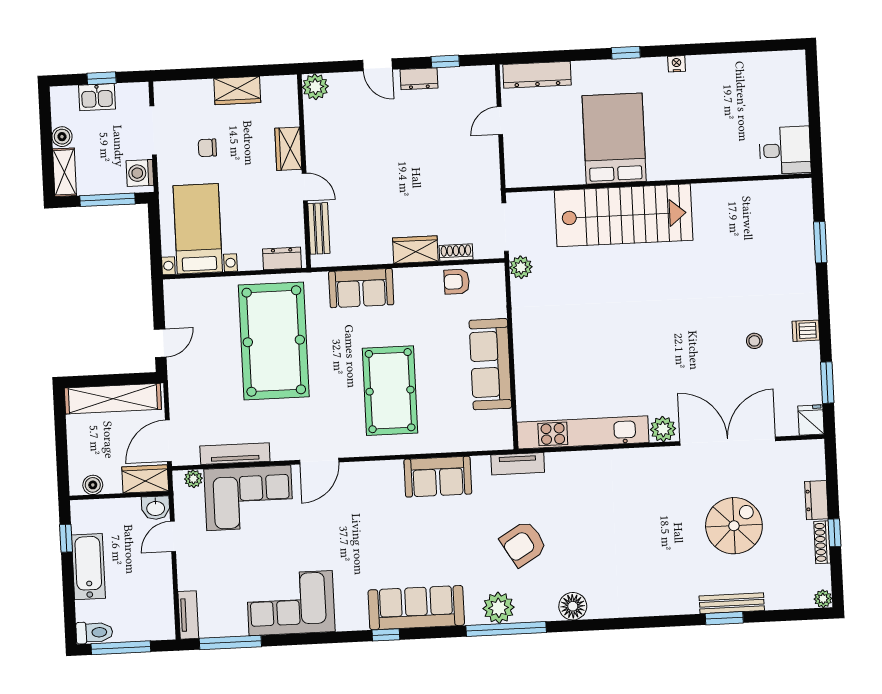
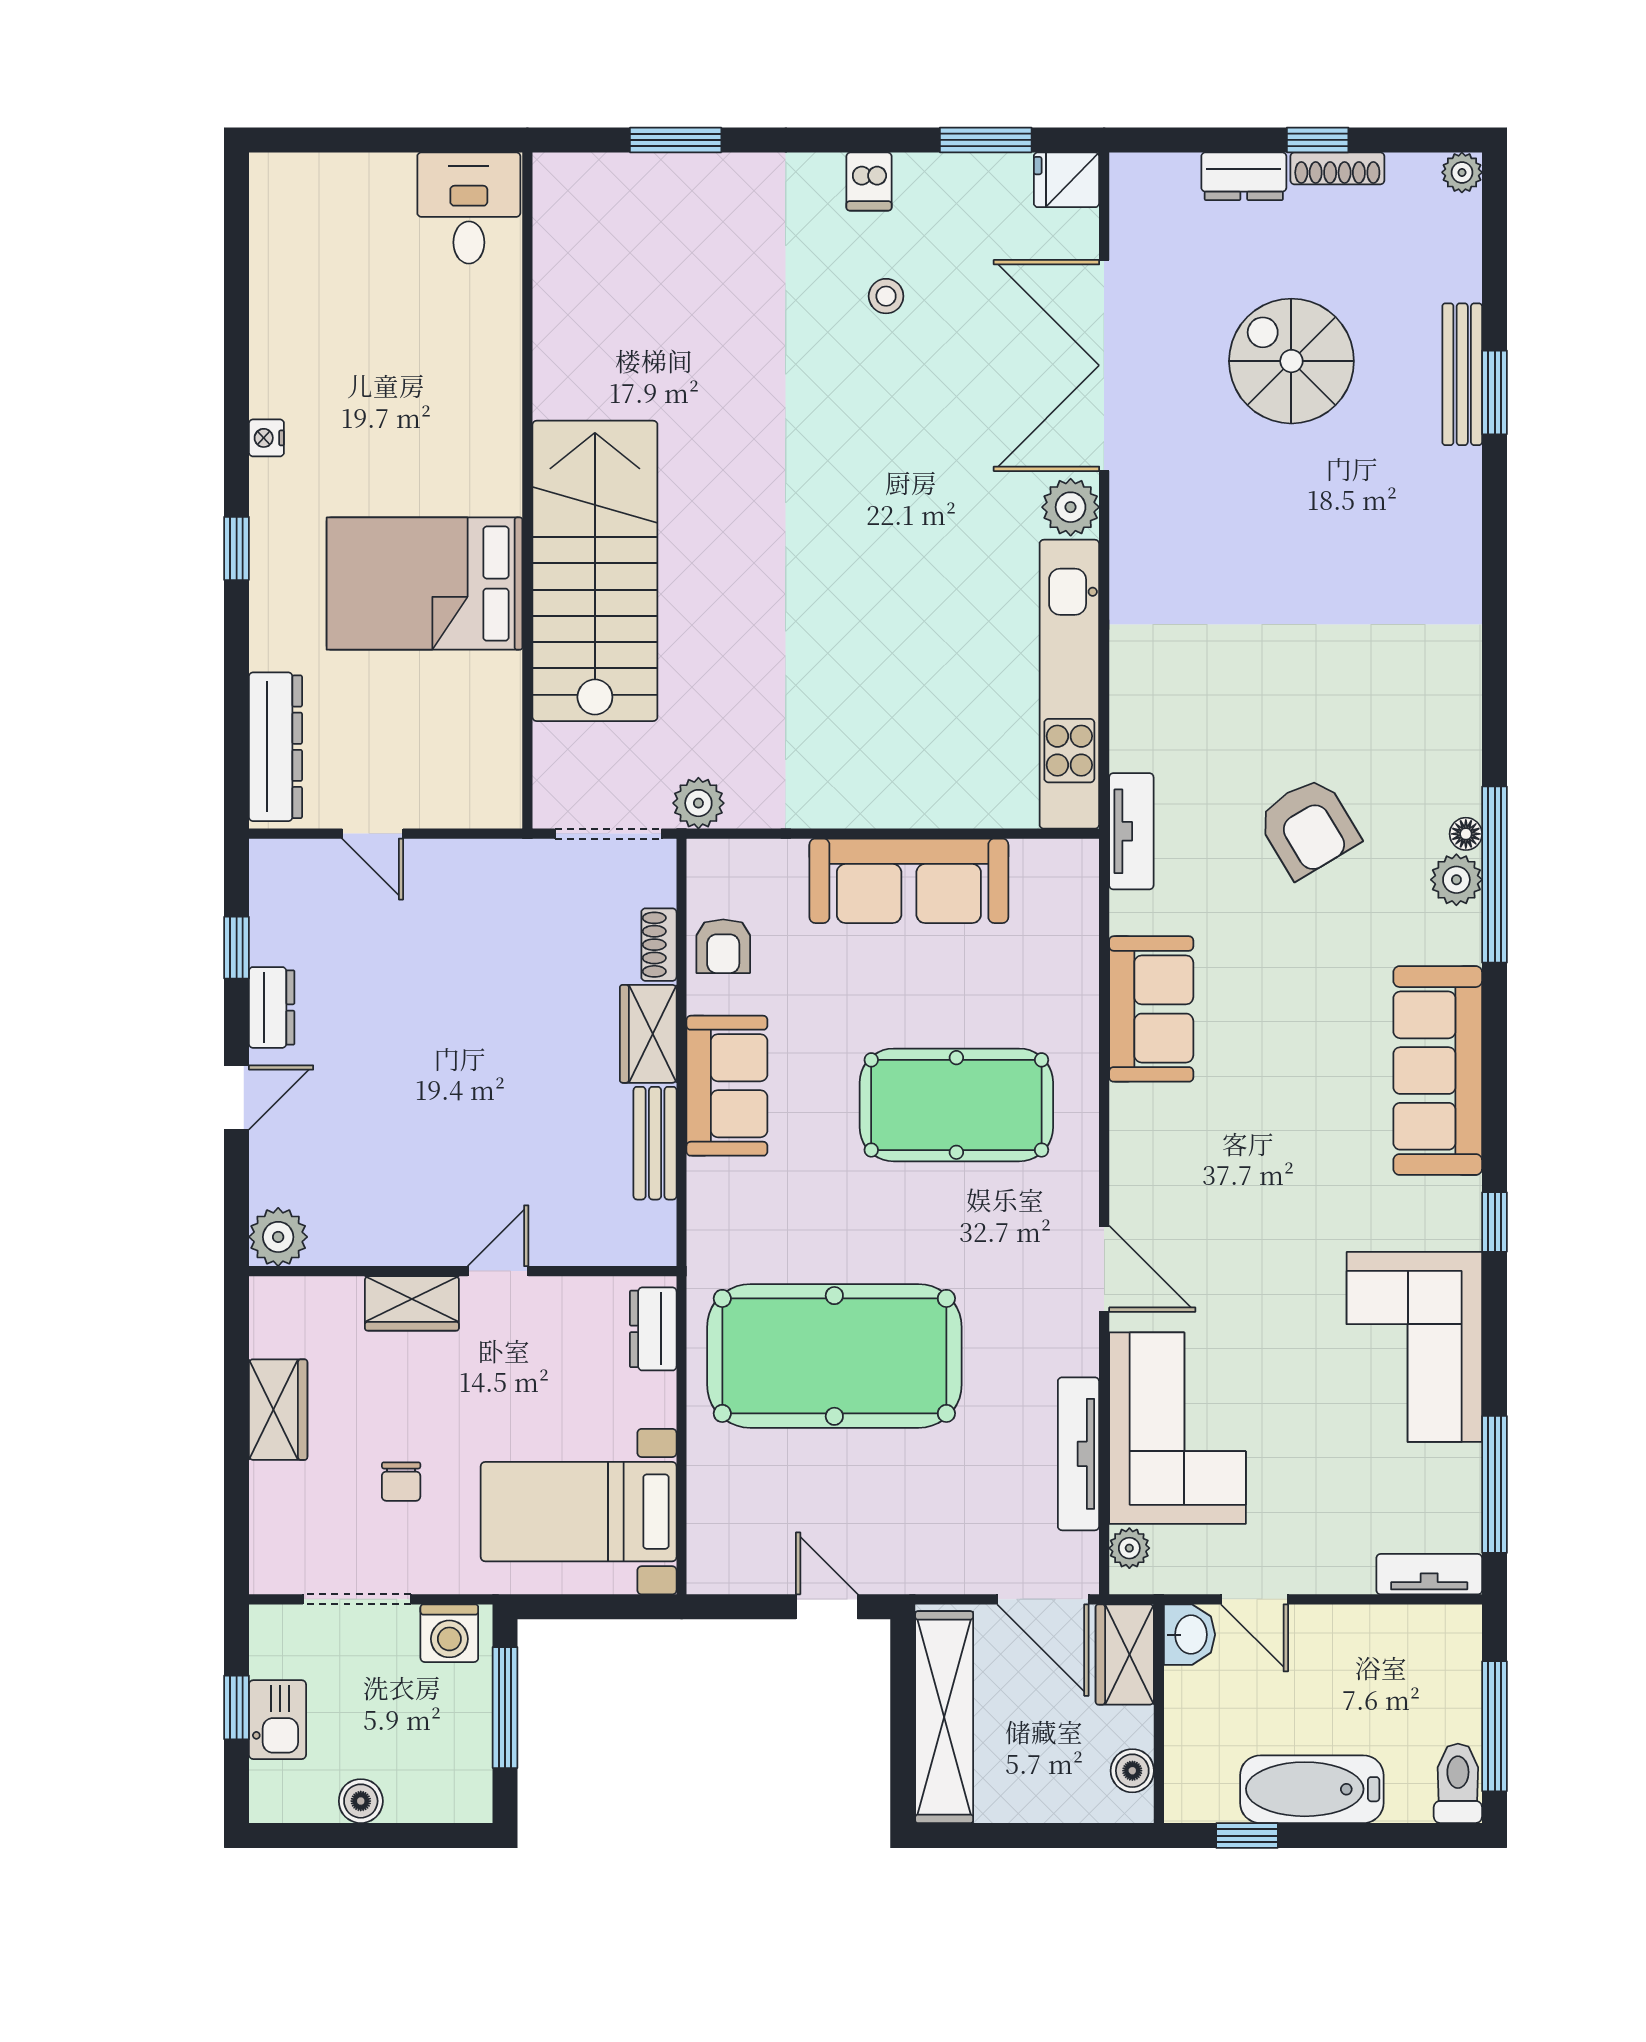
shelving: (65, 172) -> (440, 1799), removed
bench: (319, 228) -> (655, 1143), moved, turned 90
sofa: (361, 288) -> (727, 1086), moved
floor lamp: (573, 606) -> (1466, 834), moved, width x0.53, depth x0.53
plant: (499, 608) -> (1456, 880), width x0.73, depth x0.73
window: (386, 635) -> (1495, 1222), moved

